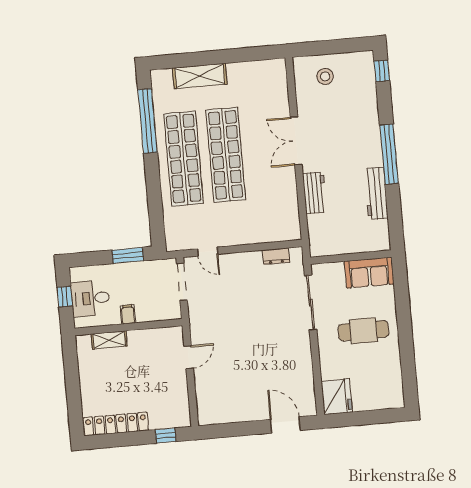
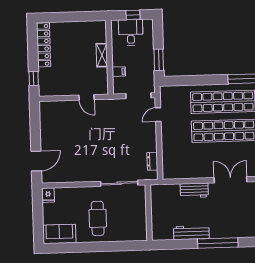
sofa: (369, 273) -> (59, 234), moved, turned 90
filing cabinet: (128, 314) -> (119, 72), moved
shelving: (109, 340) -> (102, 55), moved
fridge: (337, 397) -> (48, 195), width x0.53, depth x0.75

